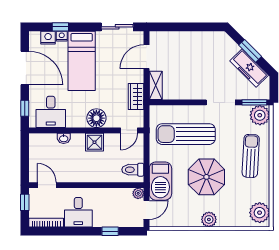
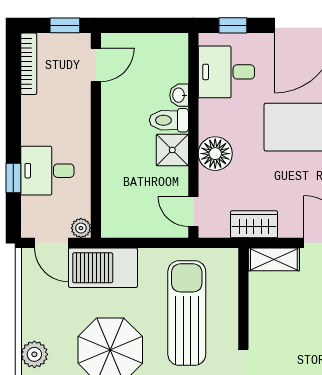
toilet: (133, 170) -> (169, 120), moved, turned -90
desk: (78, 212) -> (47, 171), moved

